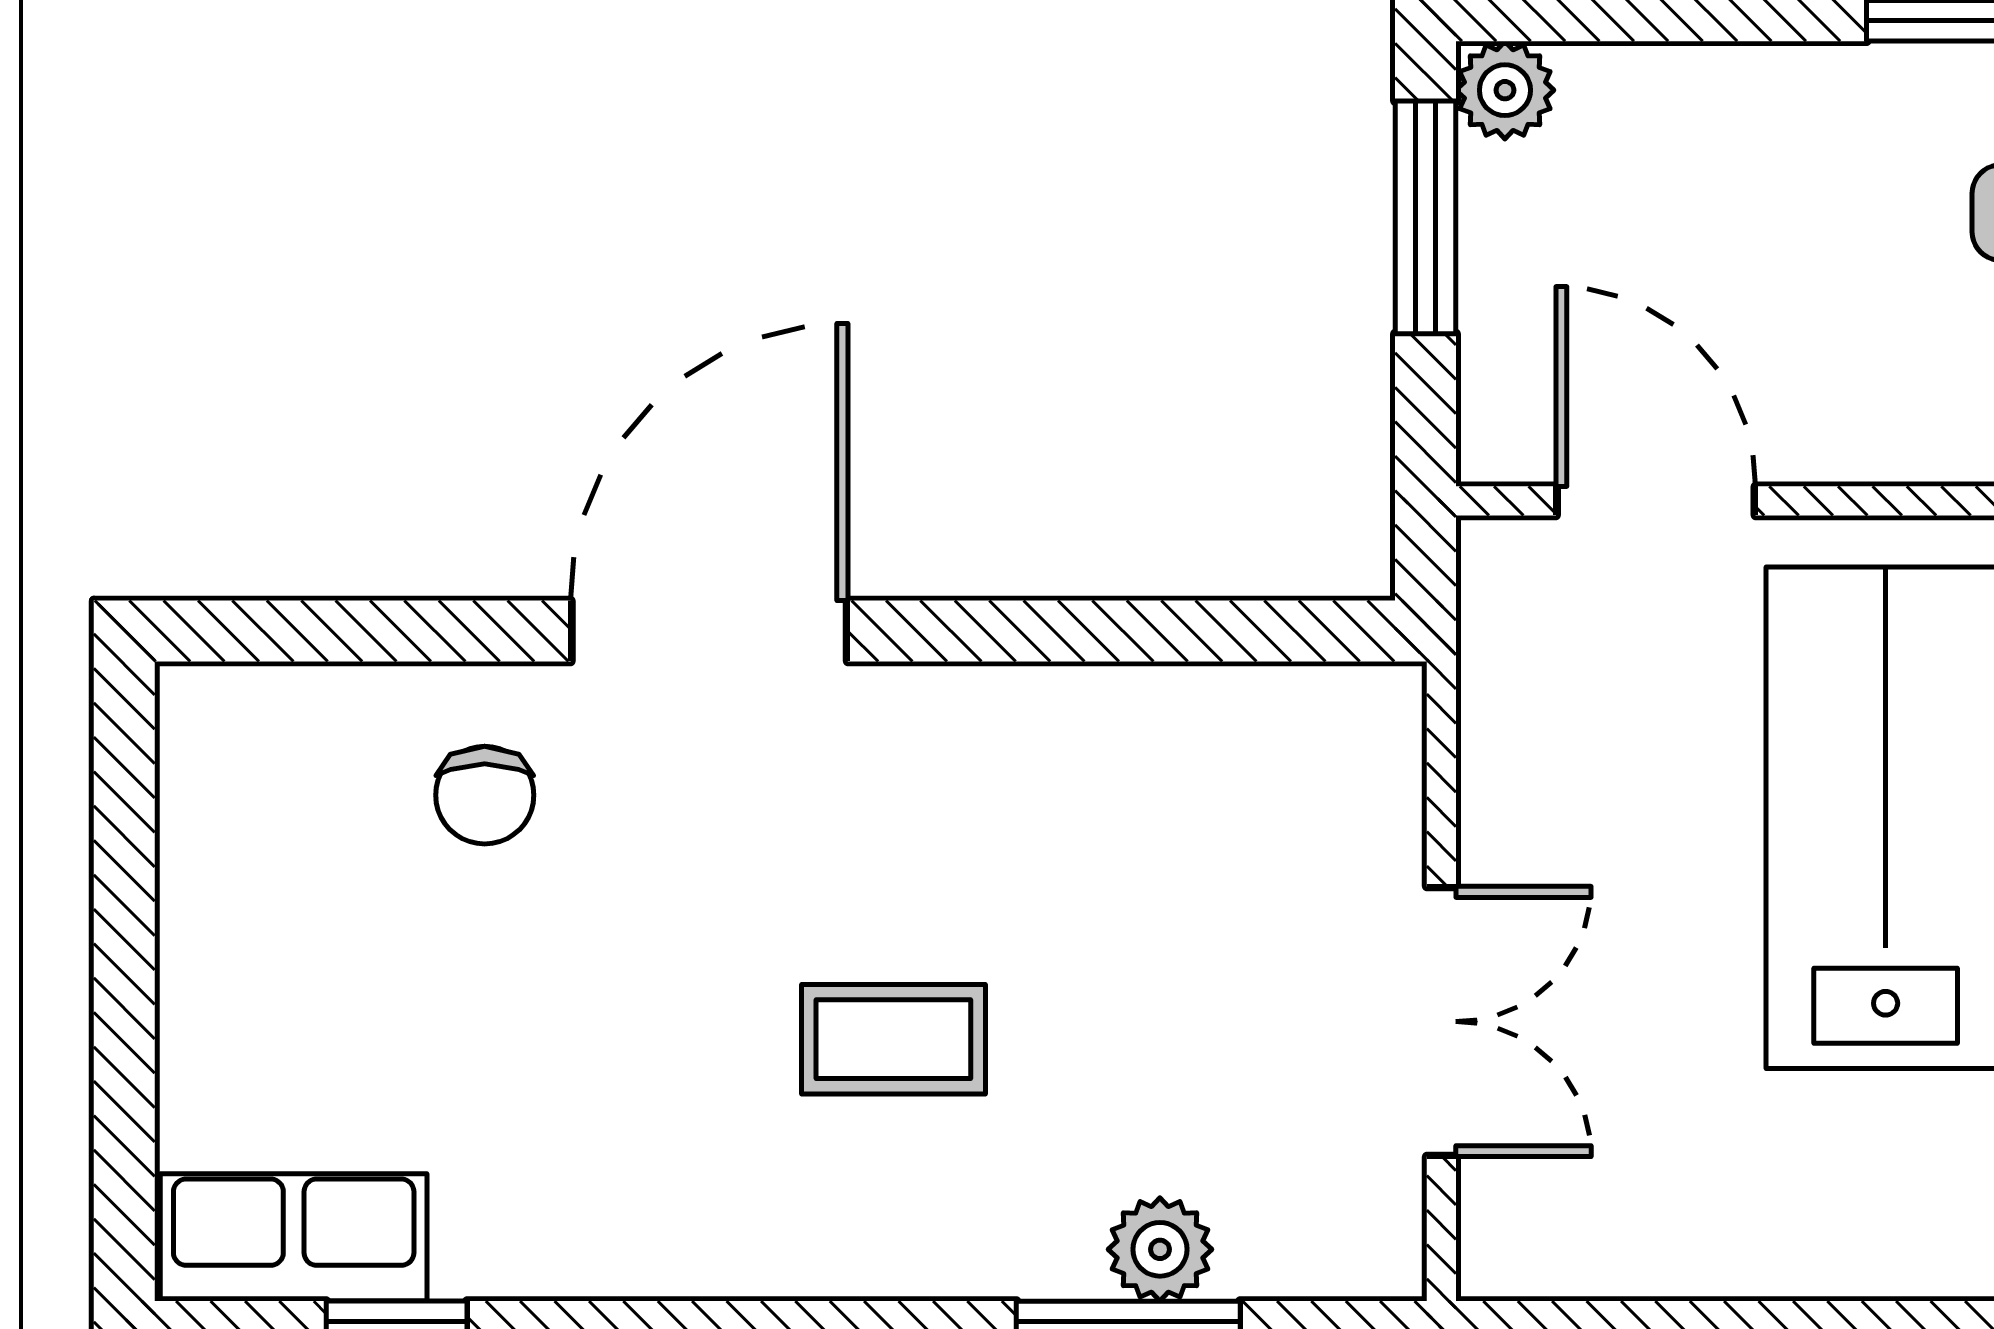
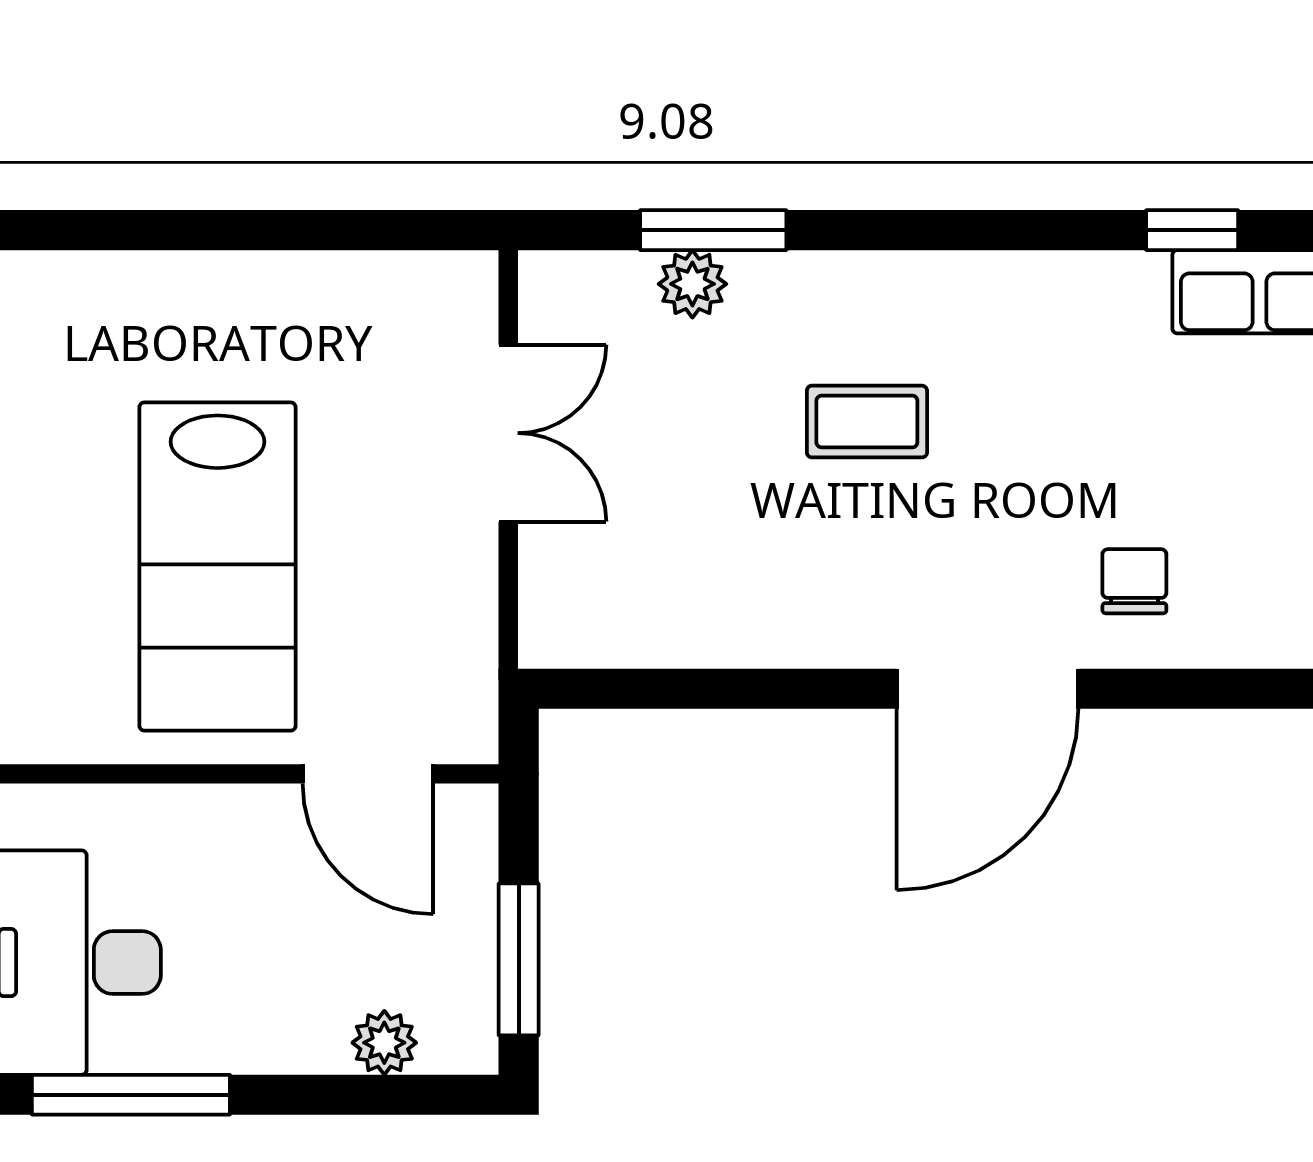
plant: (1505, 90) -> (384, 1043), moved
double door: (1441, 1021) -> (508, 433), swing flipped

